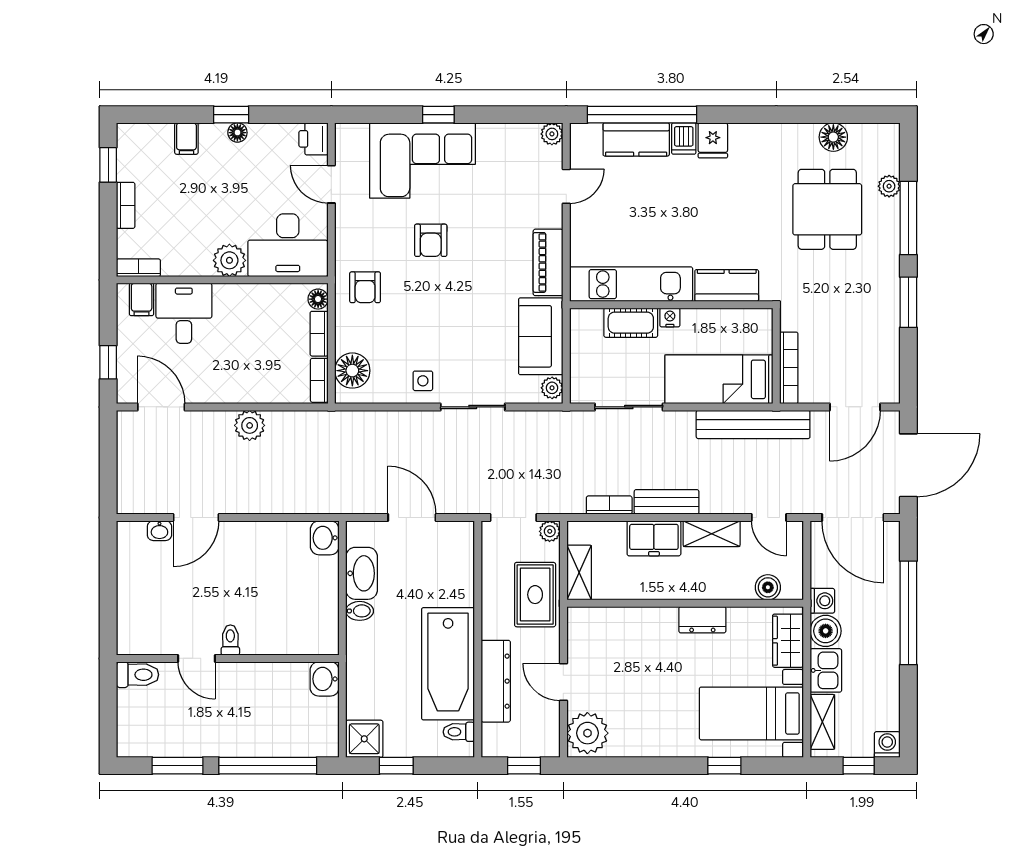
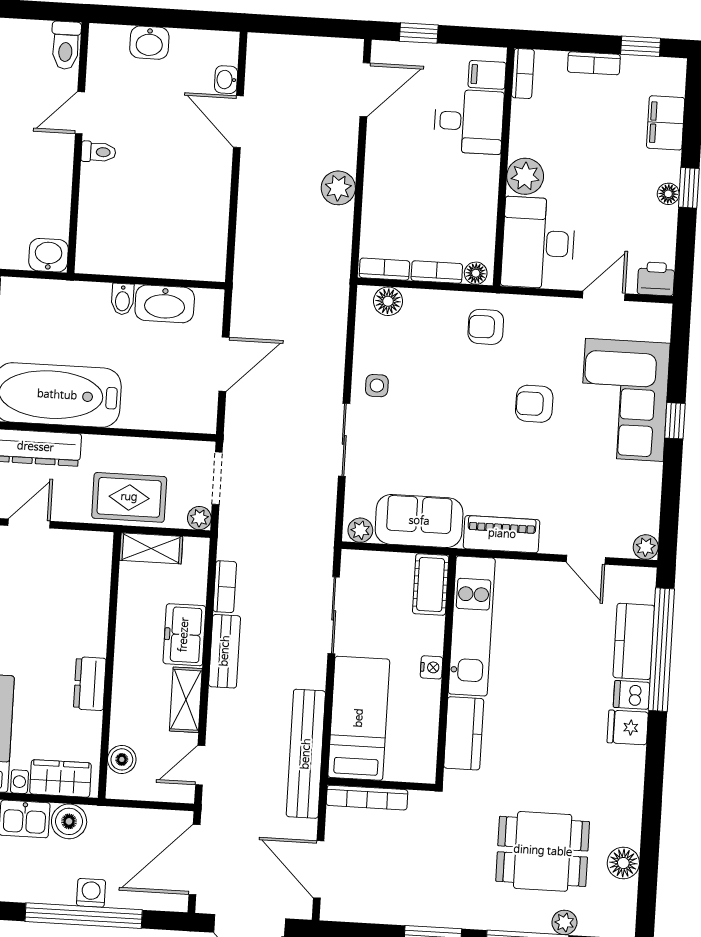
filing cabinet: (186, 139) -> (666, 123), width x2.00
cot: (631, 323) -> (431, 584), moved
floor lamp: (352, 371) -> (388, 301), width x0.73, depth x0.73
washbasin: (325, 538) -> (149, 43), moved, turned 180
washing machine: (822, 601) -> (91, 893), moved, turned 180

